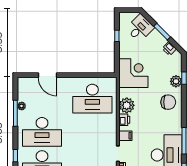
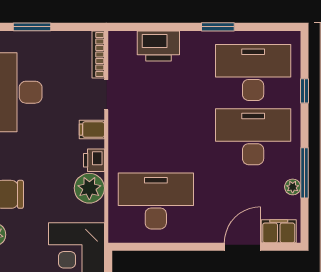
door: (47, 75) -> (243, 247), hinge flipped
filing cabinet: (29, 83) -> (279, 231), added

